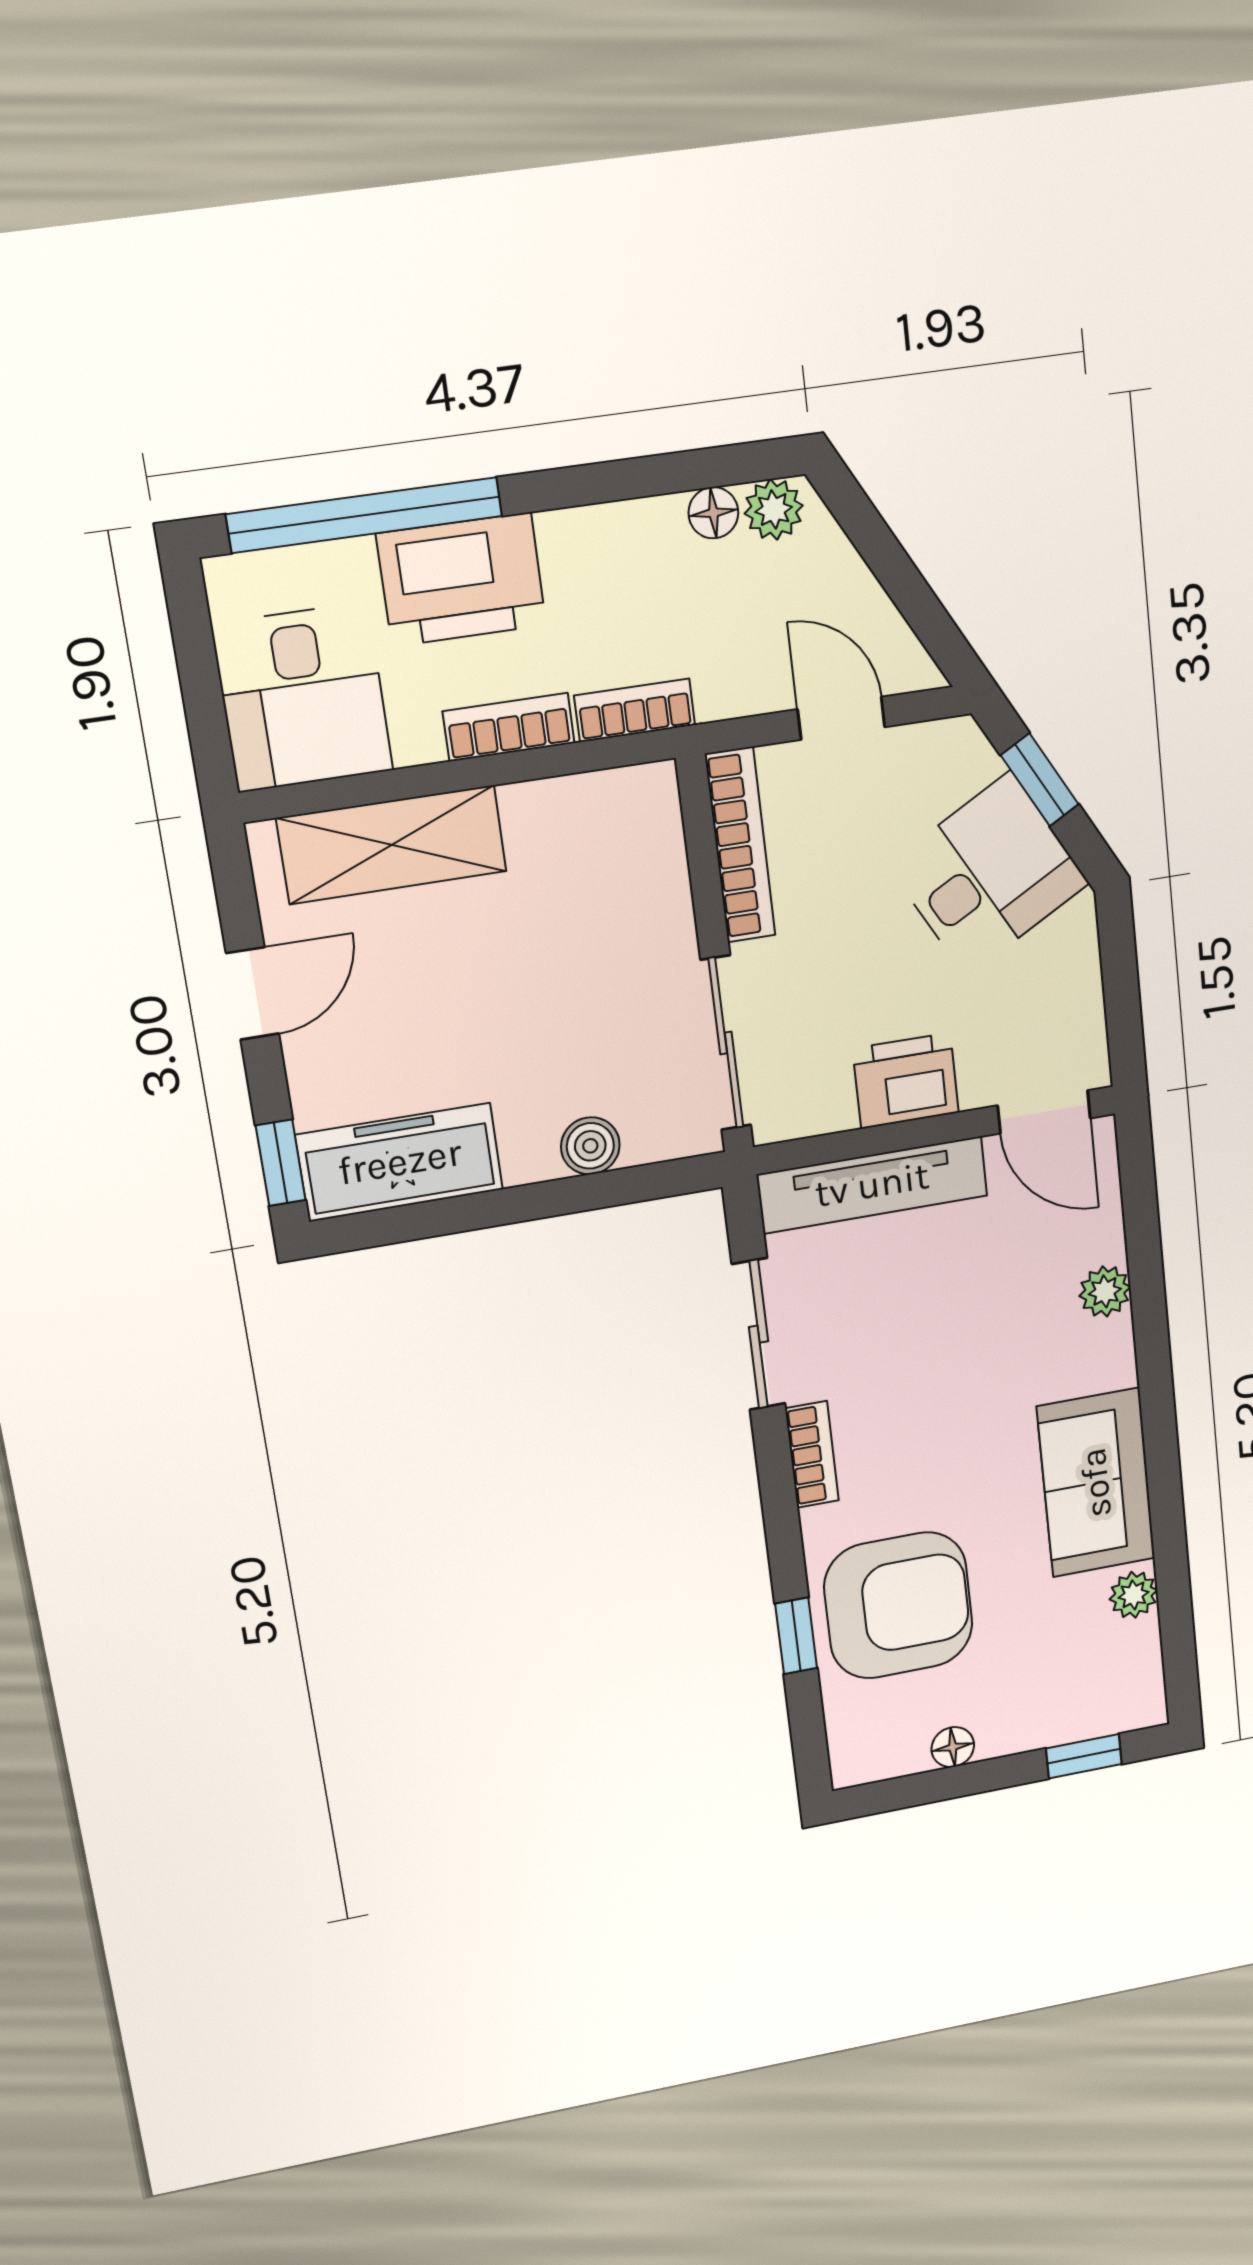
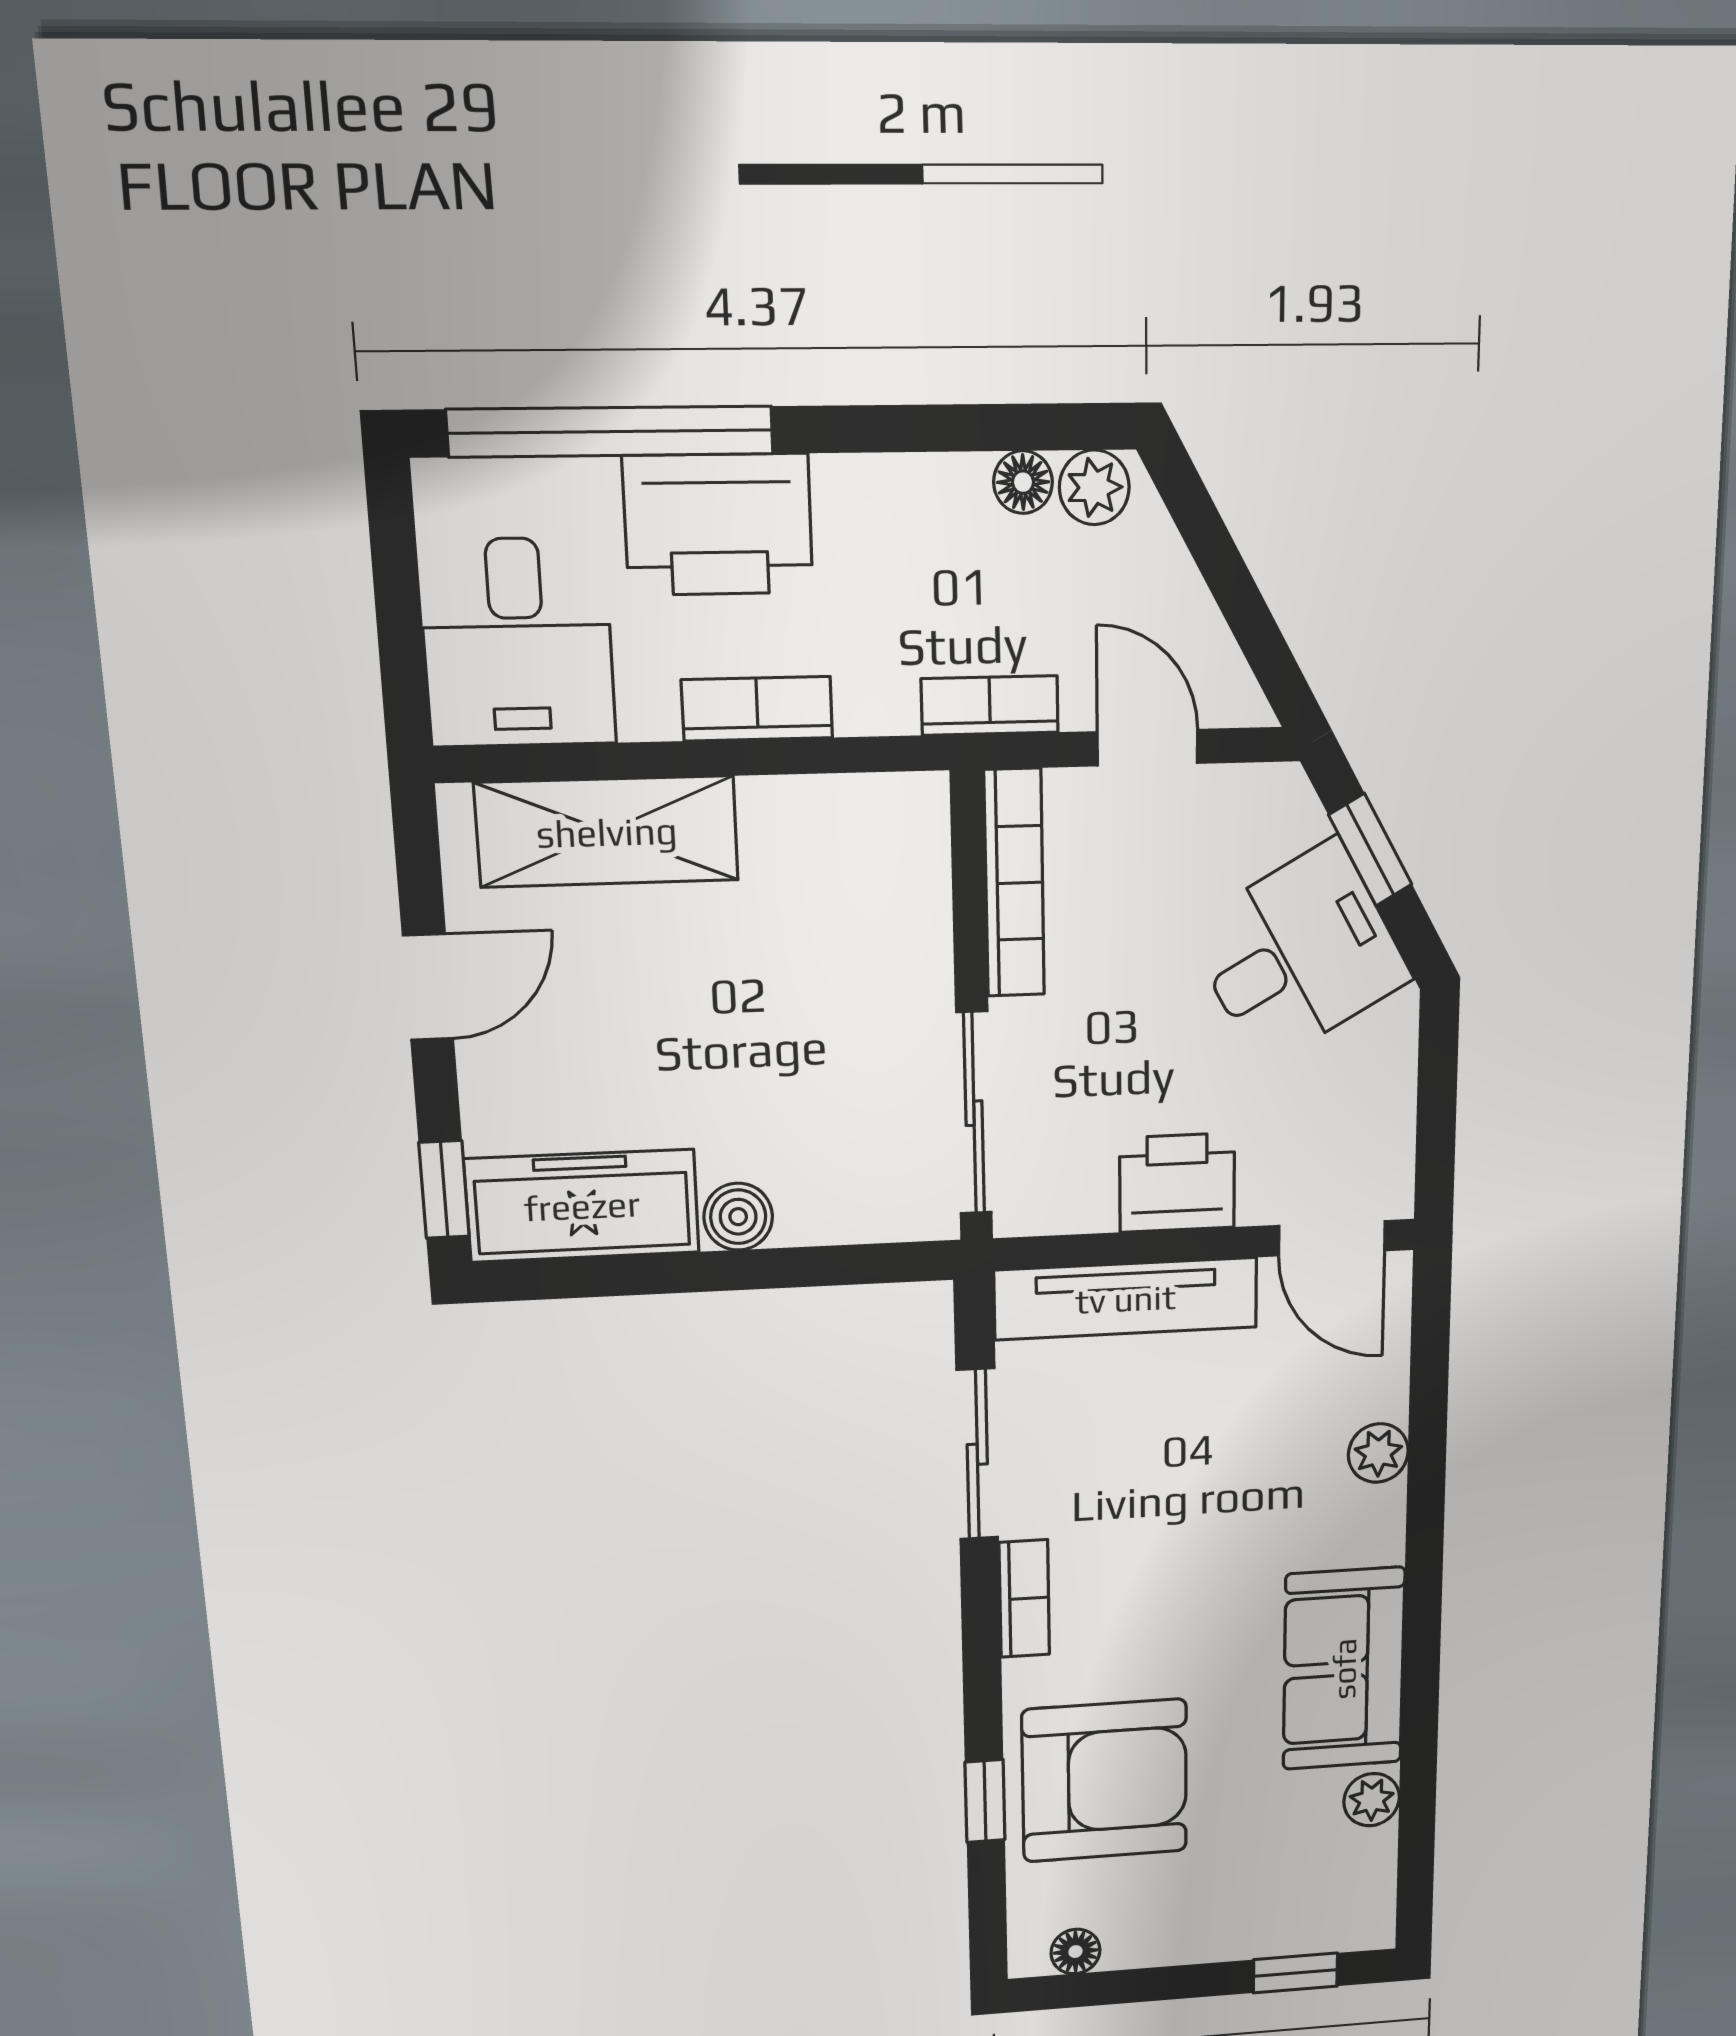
bookcase: (635, 710) -> (990, 706), moved
boiler: (590, 1146) -> (738, 1217), moved
floor lamp: (953, 1747) -> (1076, 1952), moved

